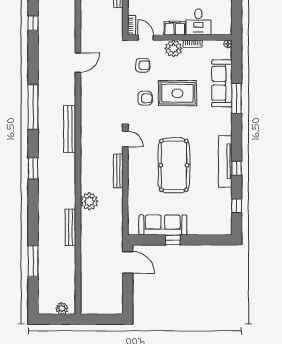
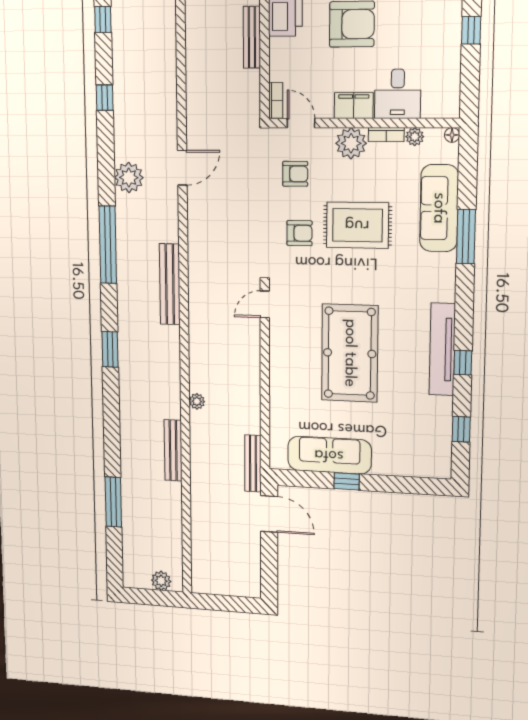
plant: (208, 45) -> (415, 137), added
plant: (46, 68) -> (129, 177), added
door: (125, 139) -> (265, 304), swing flipped
bench: (118, 171) -> (253, 463), moved
plant: (89, 201) -> (197, 401), width x0.53, depth x0.53

